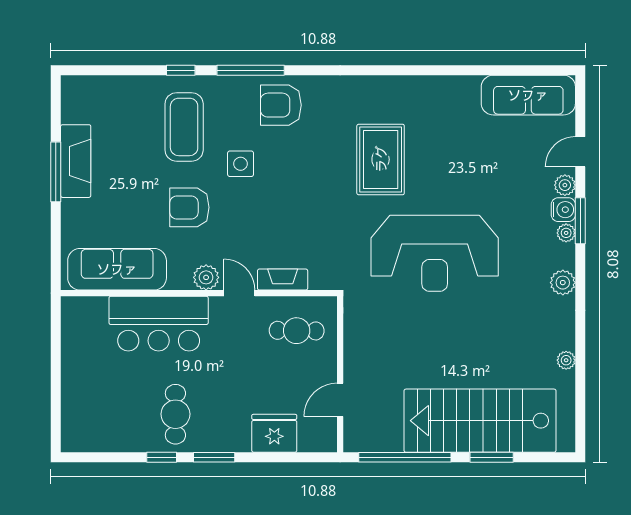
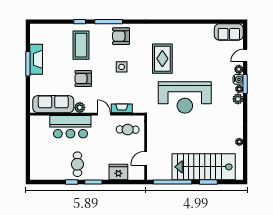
sofa: (528, 95) -> (229, 32), width x0.73
side table: (241, 164) -> (122, 67), moved
plant: (206, 277) -> (80, 108), moved
plant: (563, 283) -> (238, 99), moved

